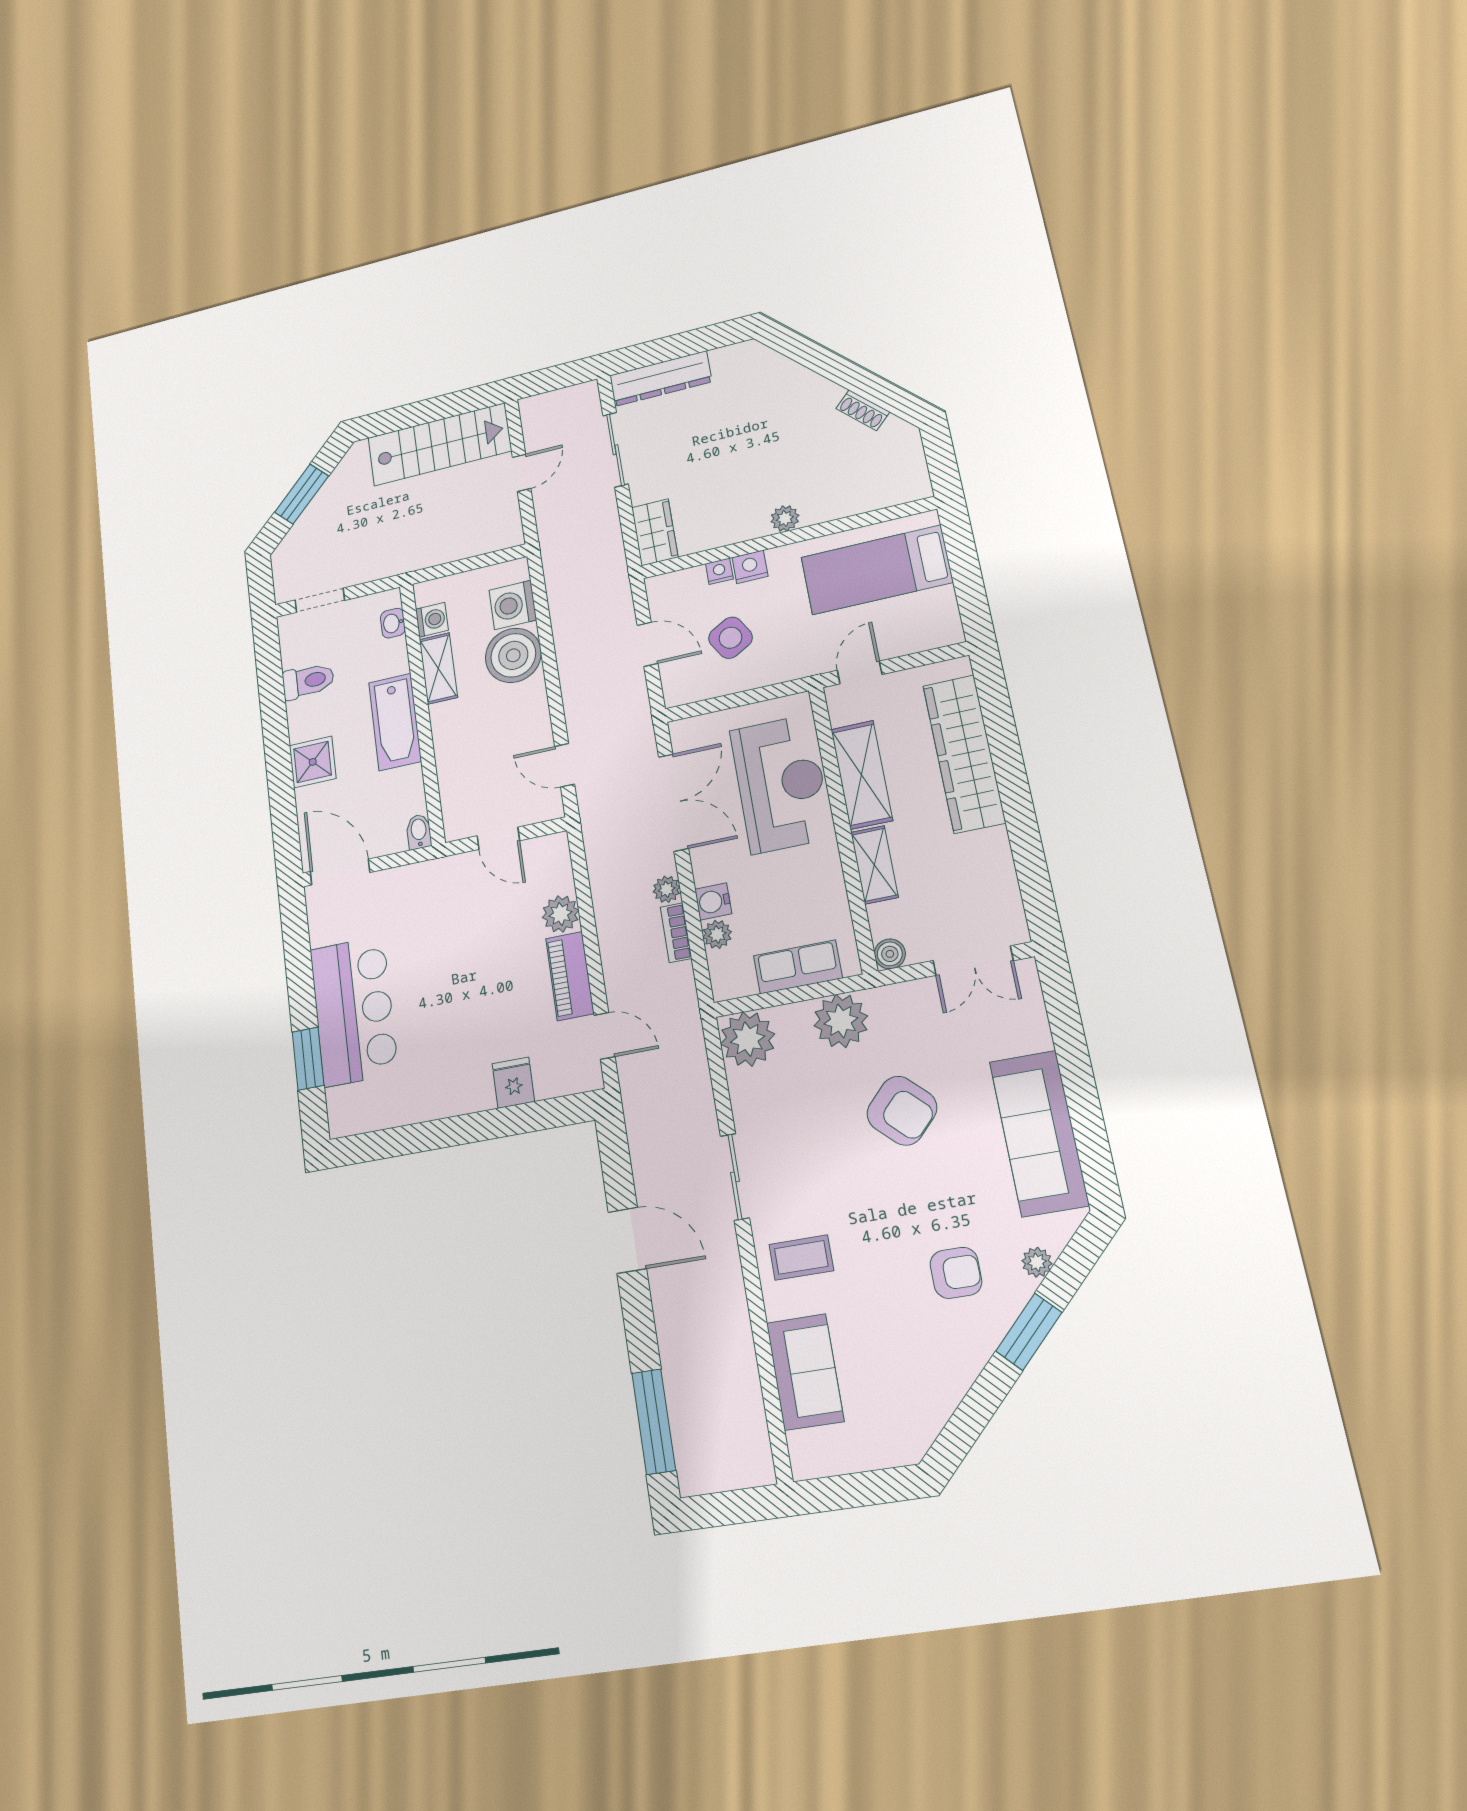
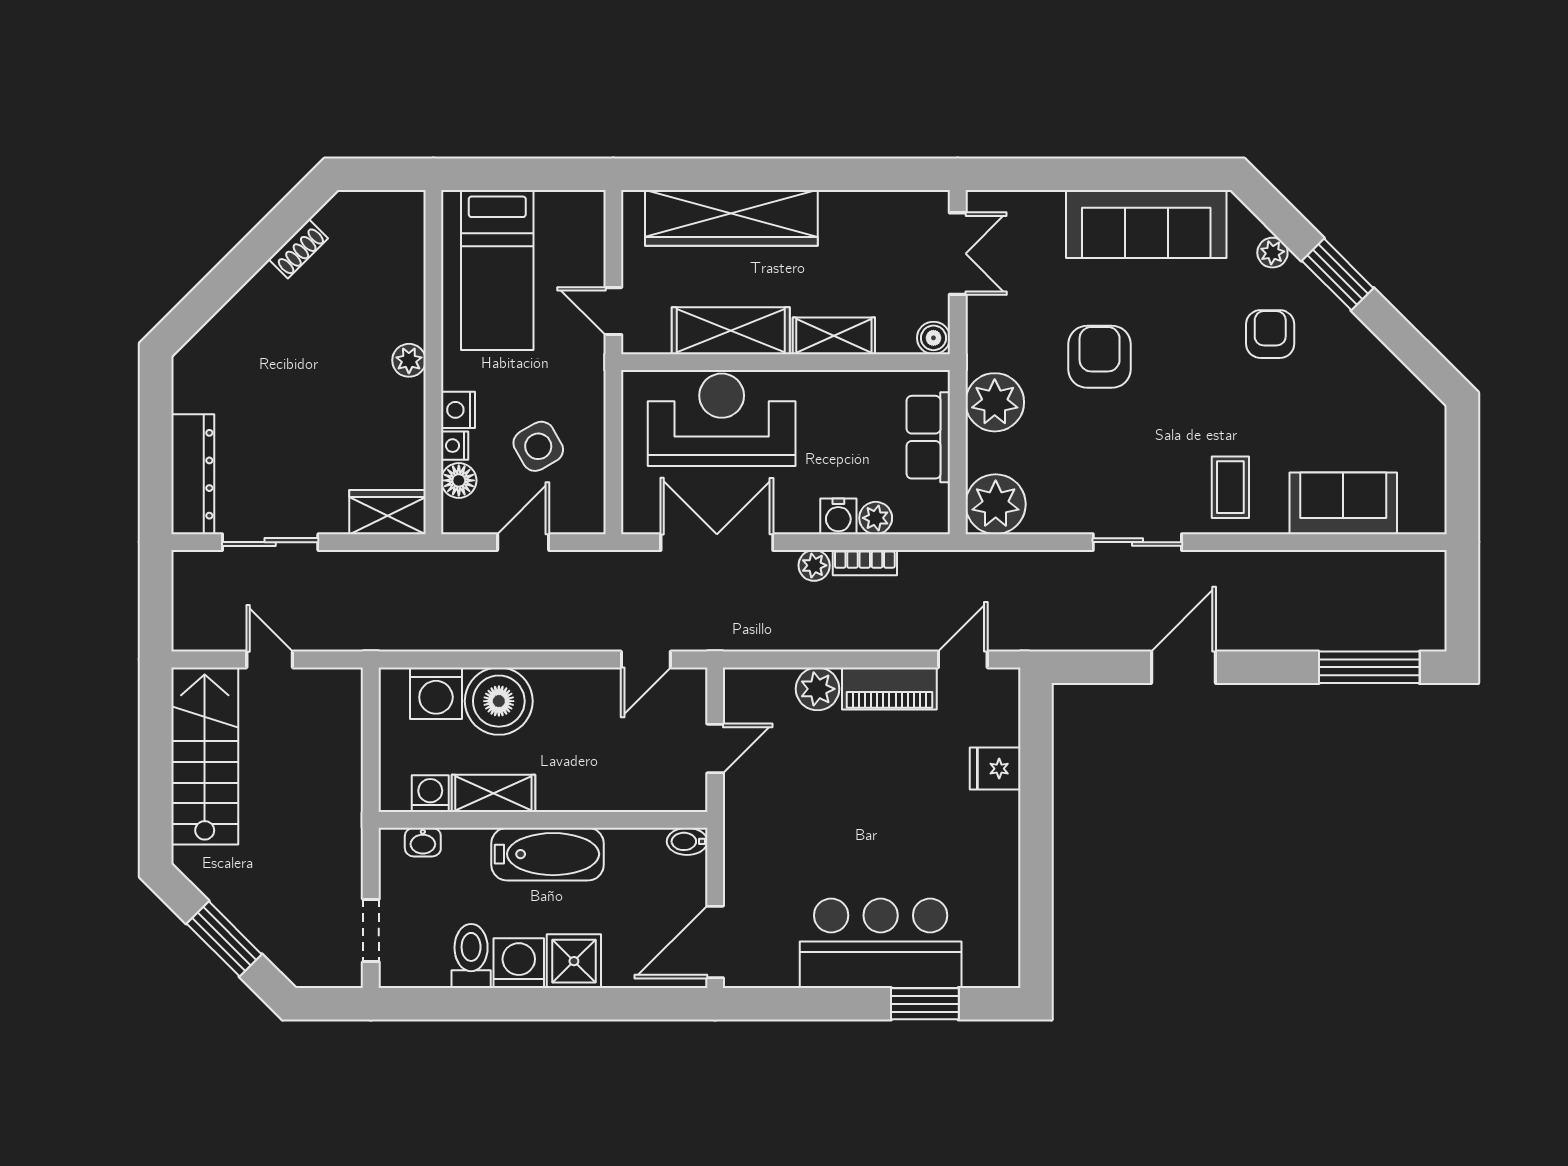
floor lamp: (691, 581) -> (459, 480), added
washing machine: (307, 719) -> (519, 963), added
armchair: (902, 1111) -> (1100, 357), turned -44

